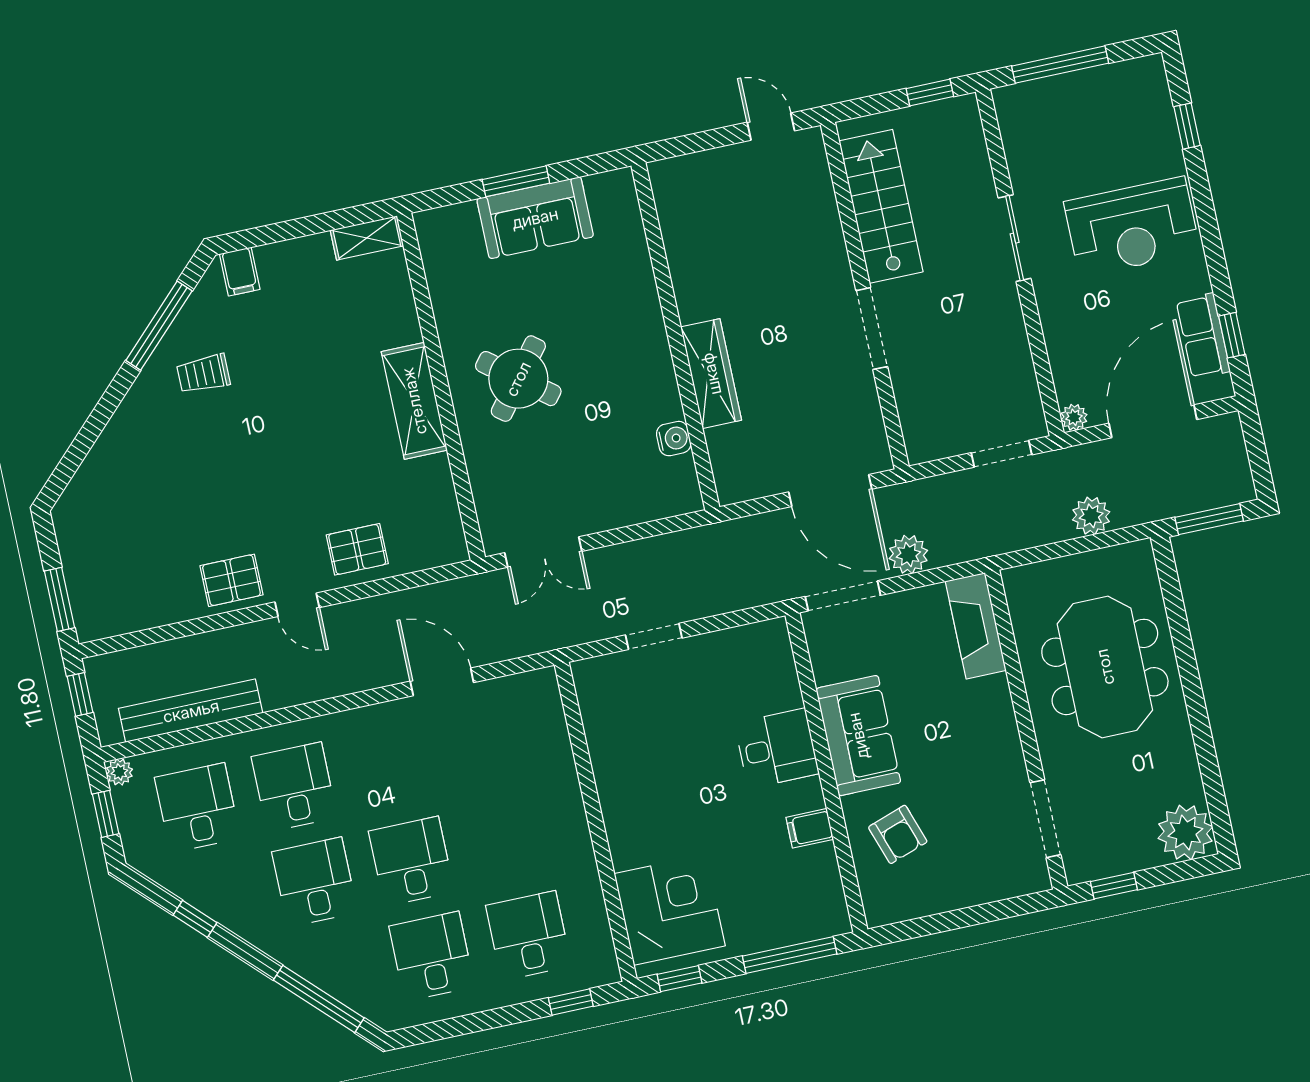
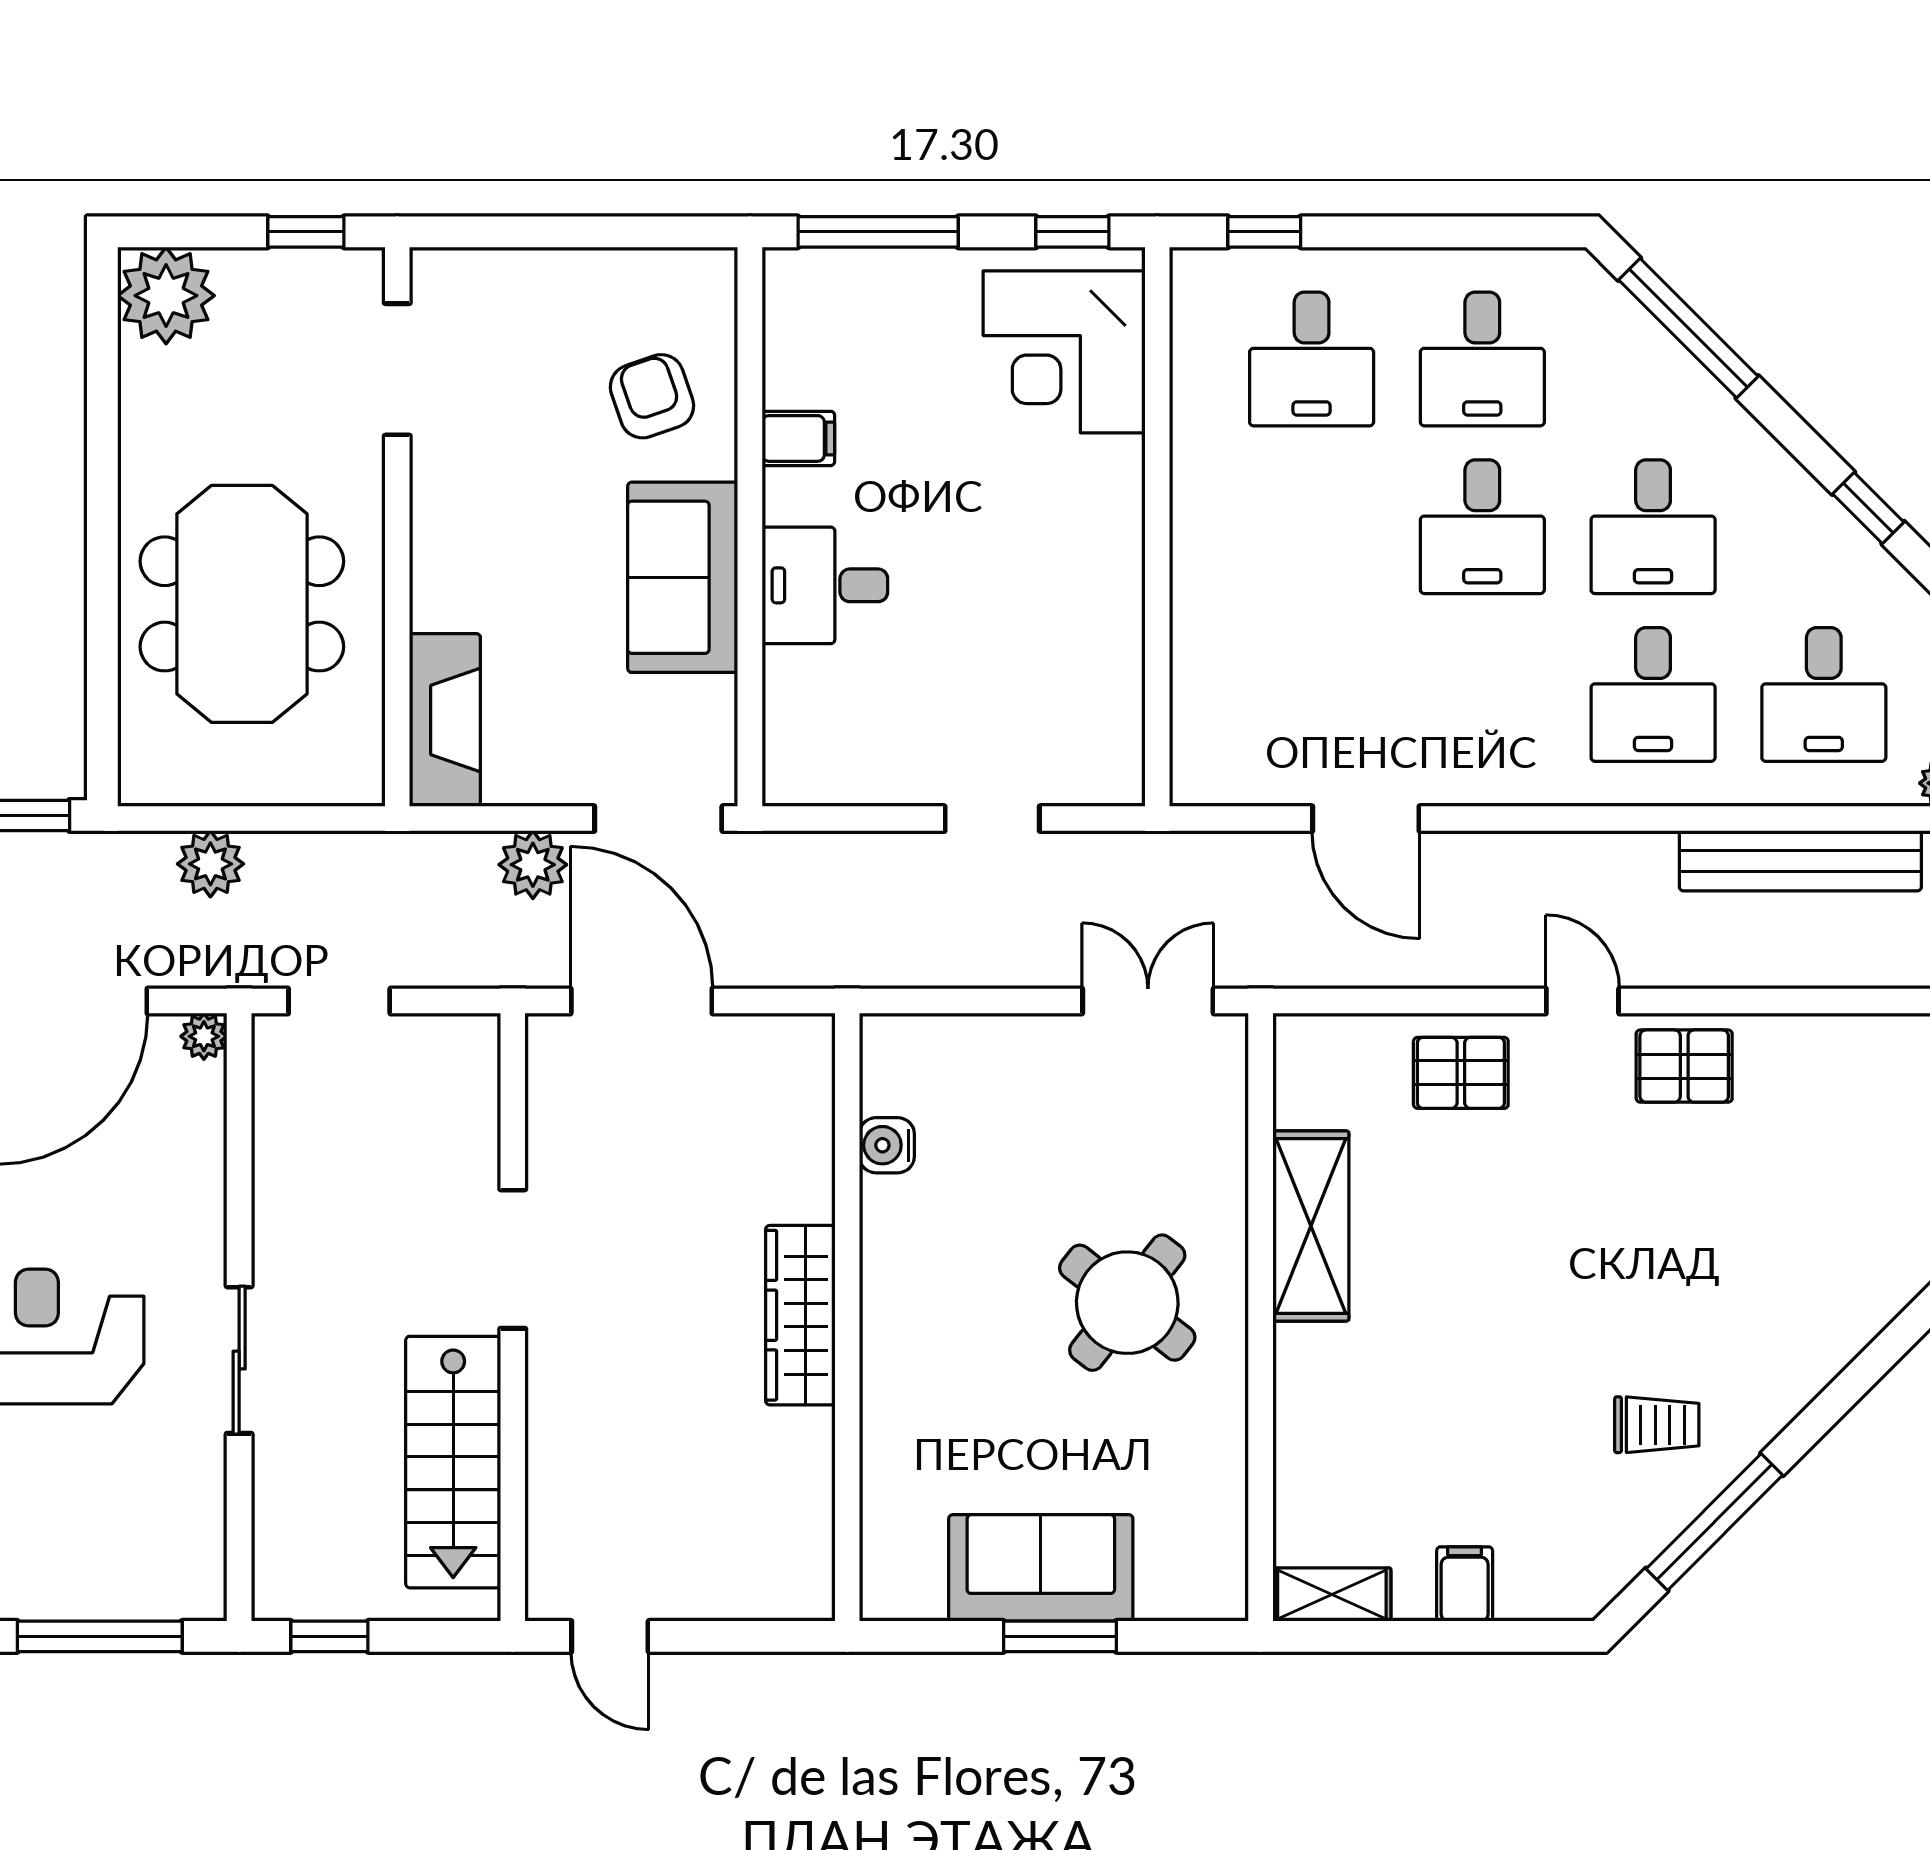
filing cabinet: (240, 272) -> (1465, 1584), moved
wardrobe: (711, 374) -> (800, 1315), moved
shelving: (414, 401) -> (1311, 1226), moved

